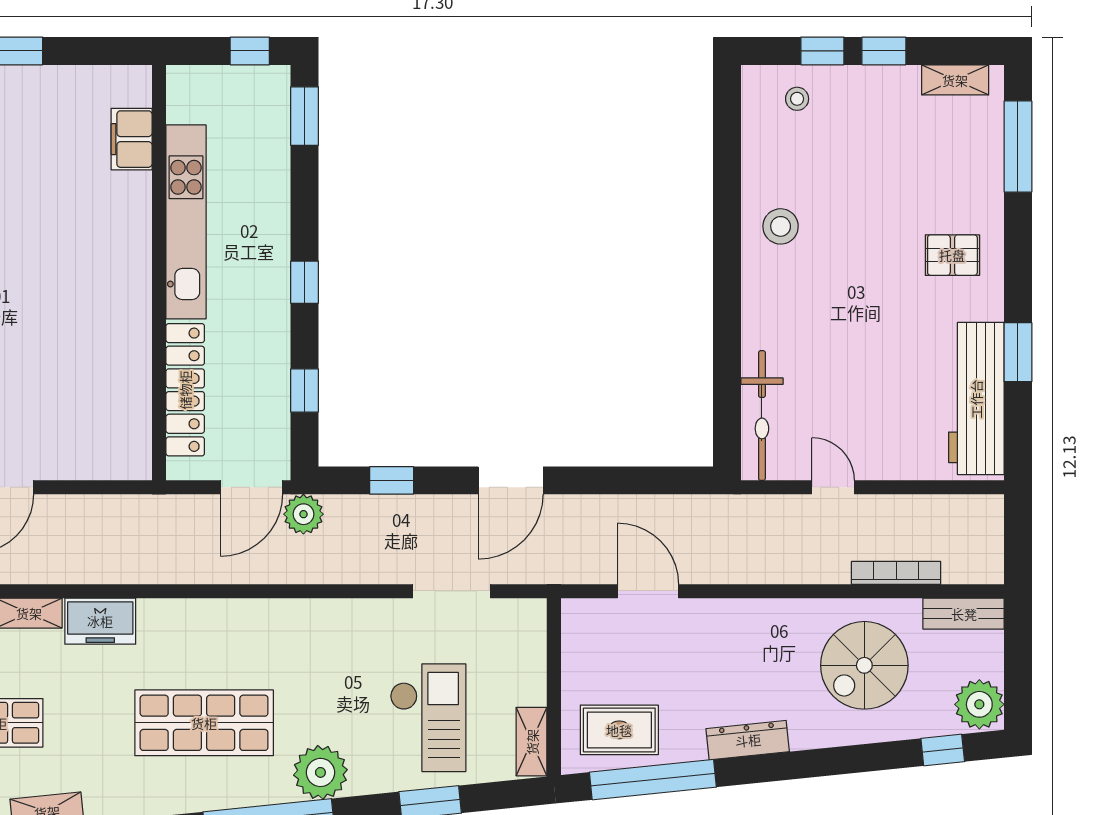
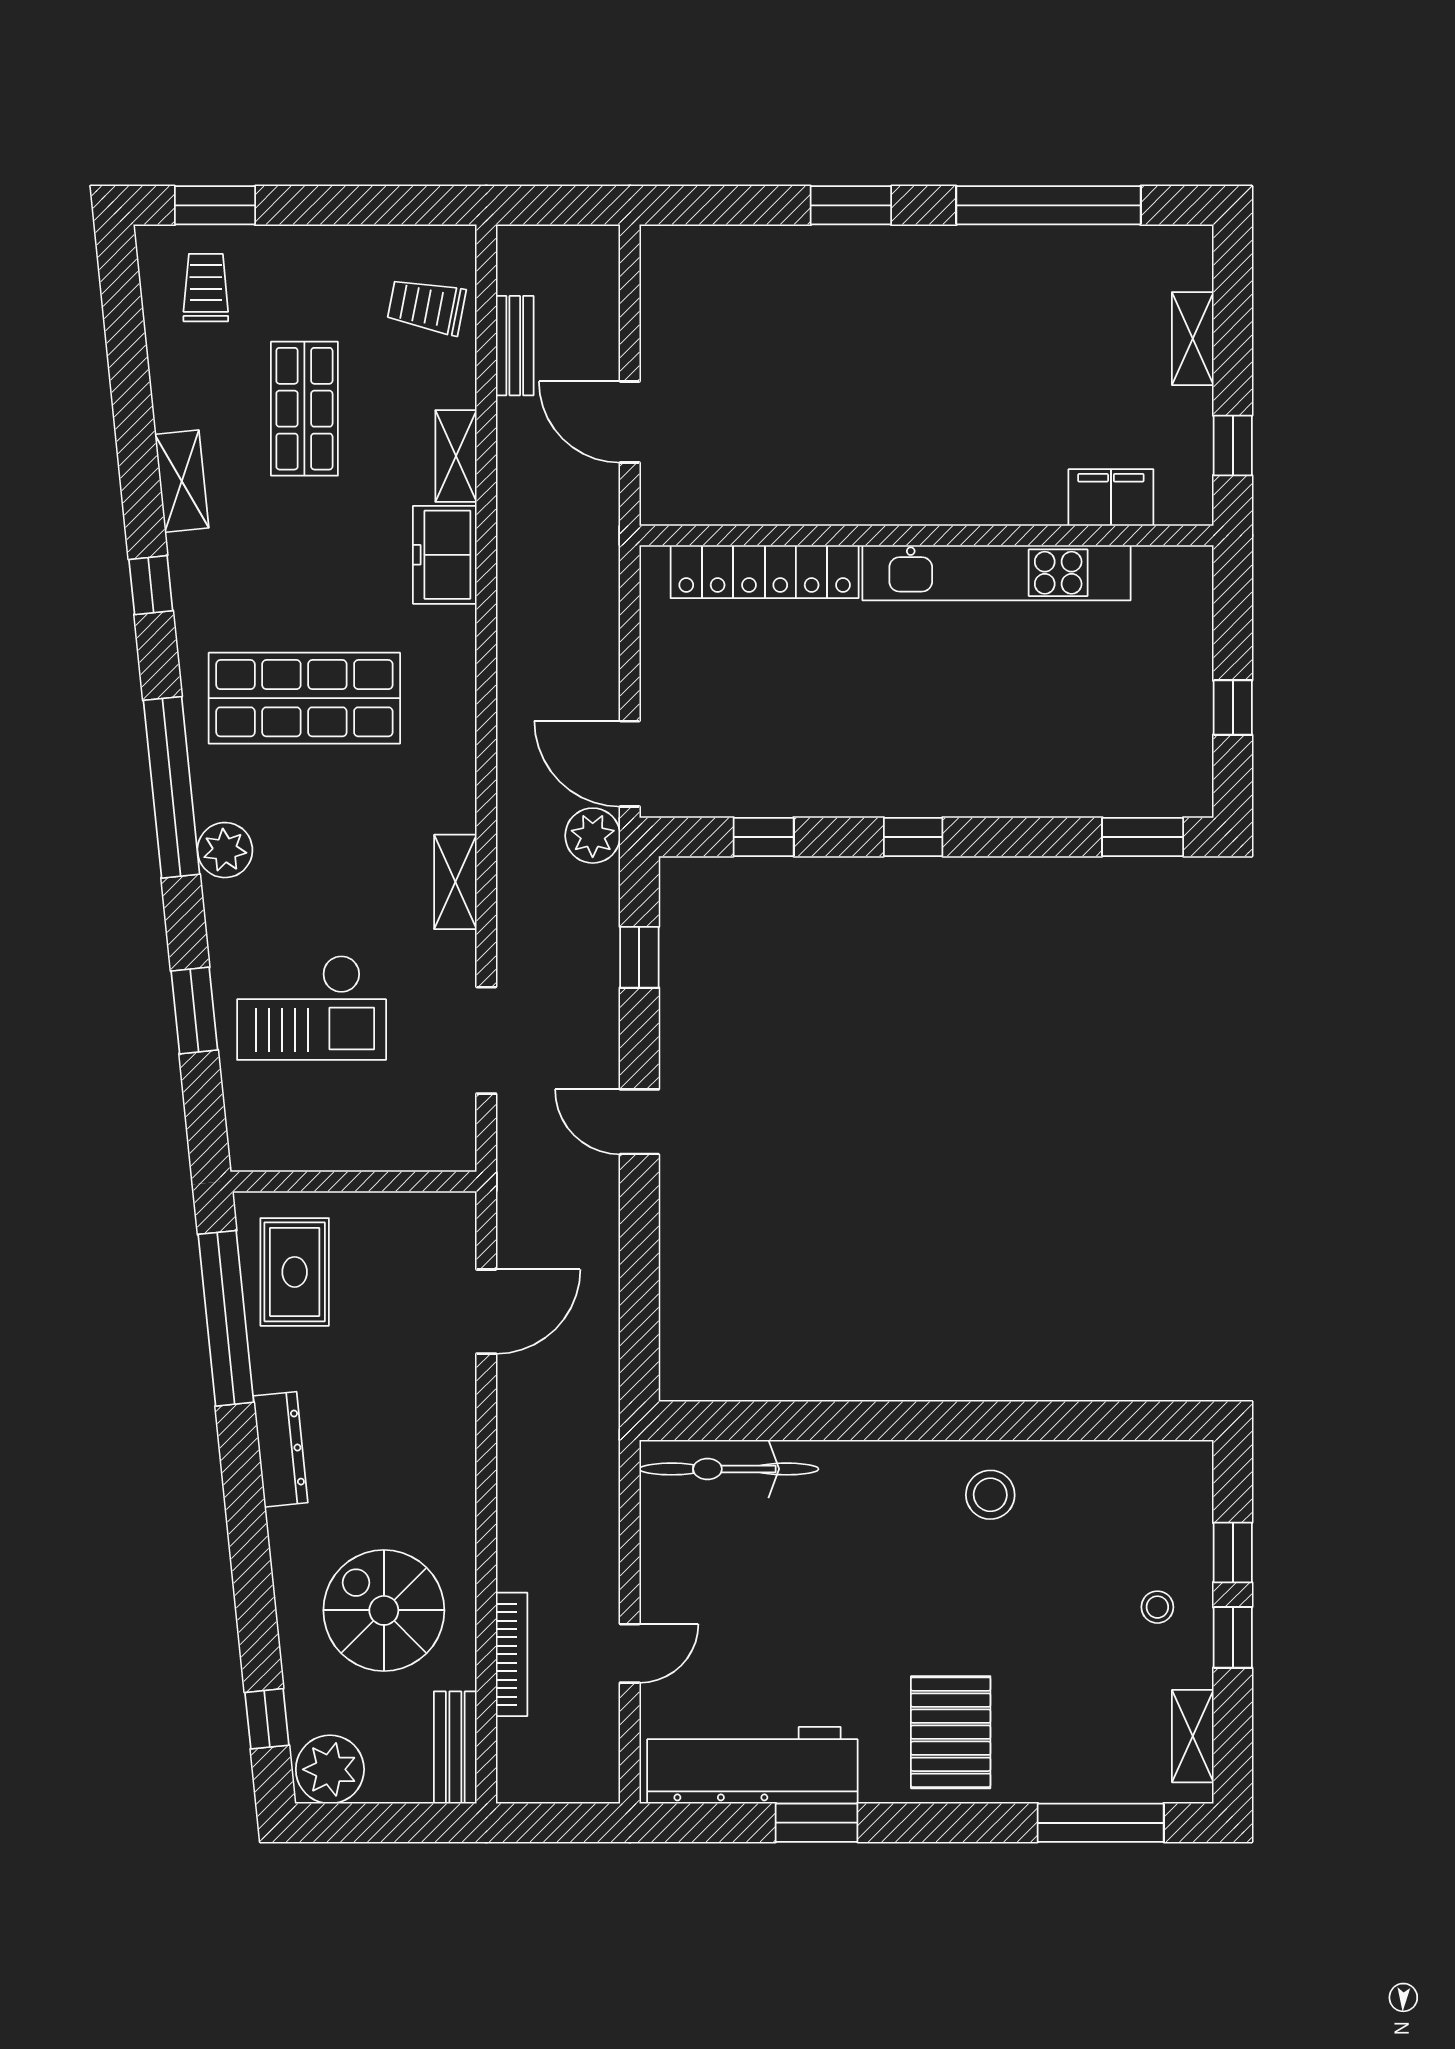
window: (250, 51) -> (1233, 708), moved
stool: (797, 99) -> (1157, 1607), moved
filing cabinet: (132, 139) -> (1111, 498), moved
kitchen unit: (186, 222) -> (996, 573), moved
pallet: (952, 255) -> (951, 1732), width x1.50, depth x1.42
wall: (159, 273) -> (926, 535), moved
locker: (185, 390) -> (765, 572), moved
door: (511, 480) -> (639, 1122), width x0.73
door: (833, 487) -> (630, 1653), moved
shop shelf: (204, 723) -> (304, 698), turned 90
shelving: (532, 742) -> (455, 882), moved, turned 90
plant: (320, 772) -> (225, 850), width x0.73, depth x0.73

